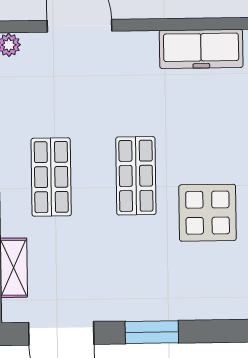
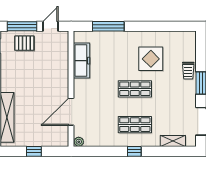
trolley: (181, 302) -> (188, 71), added

